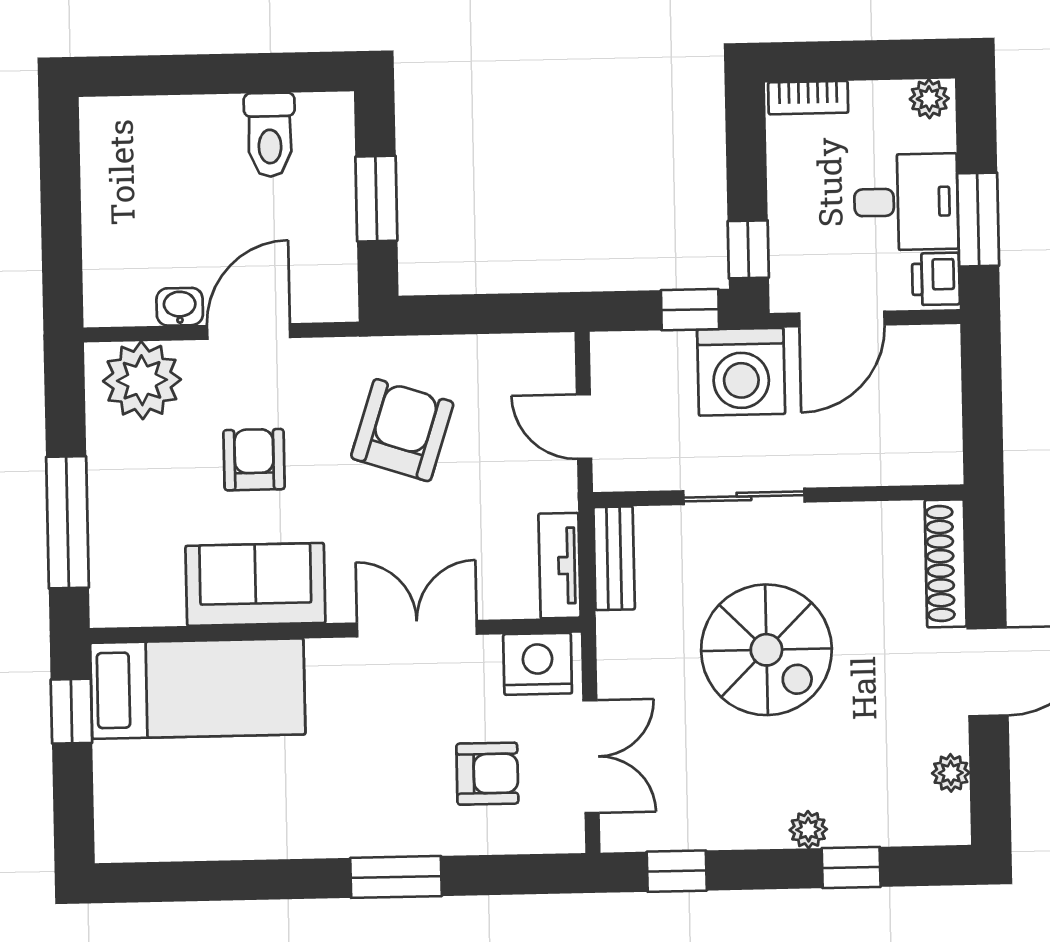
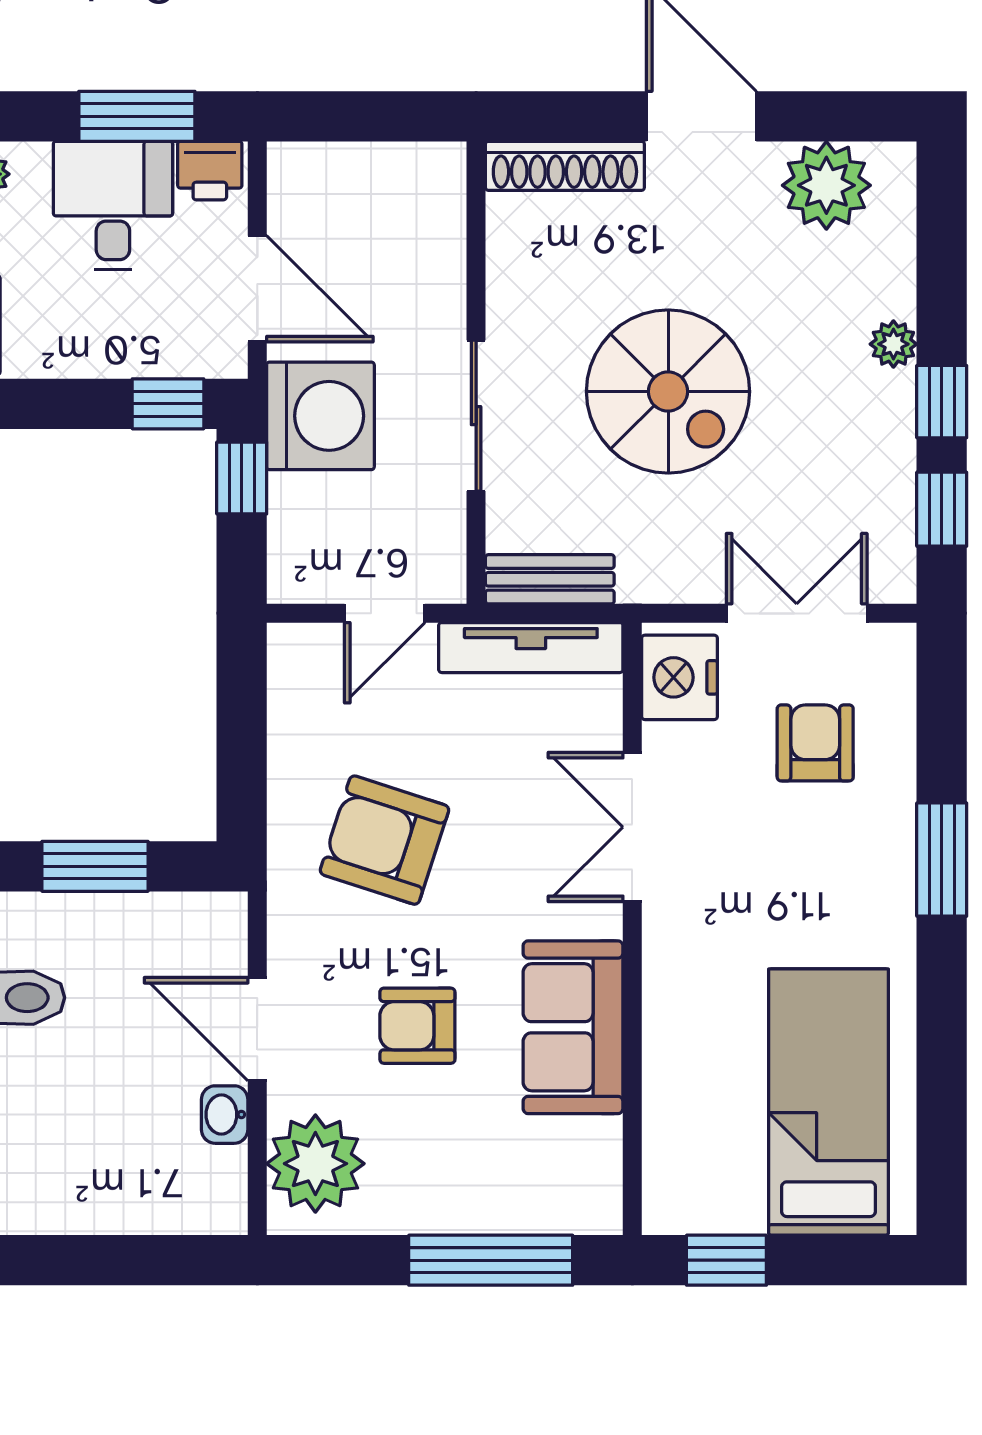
tv unit: (559, 566) -> (531, 648), width x1.41
spiral stairs: (766, 650) -> (668, 392), turned 90
bed: (198, 689) -> (829, 1102), moved
plant: (951, 773) -> (826, 185), width x1.87, depth x1.87
window: (851, 867) -> (942, 402), moved

